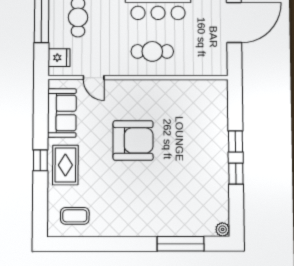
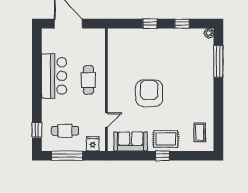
window: (236, 174) -> (182, 24), moved

